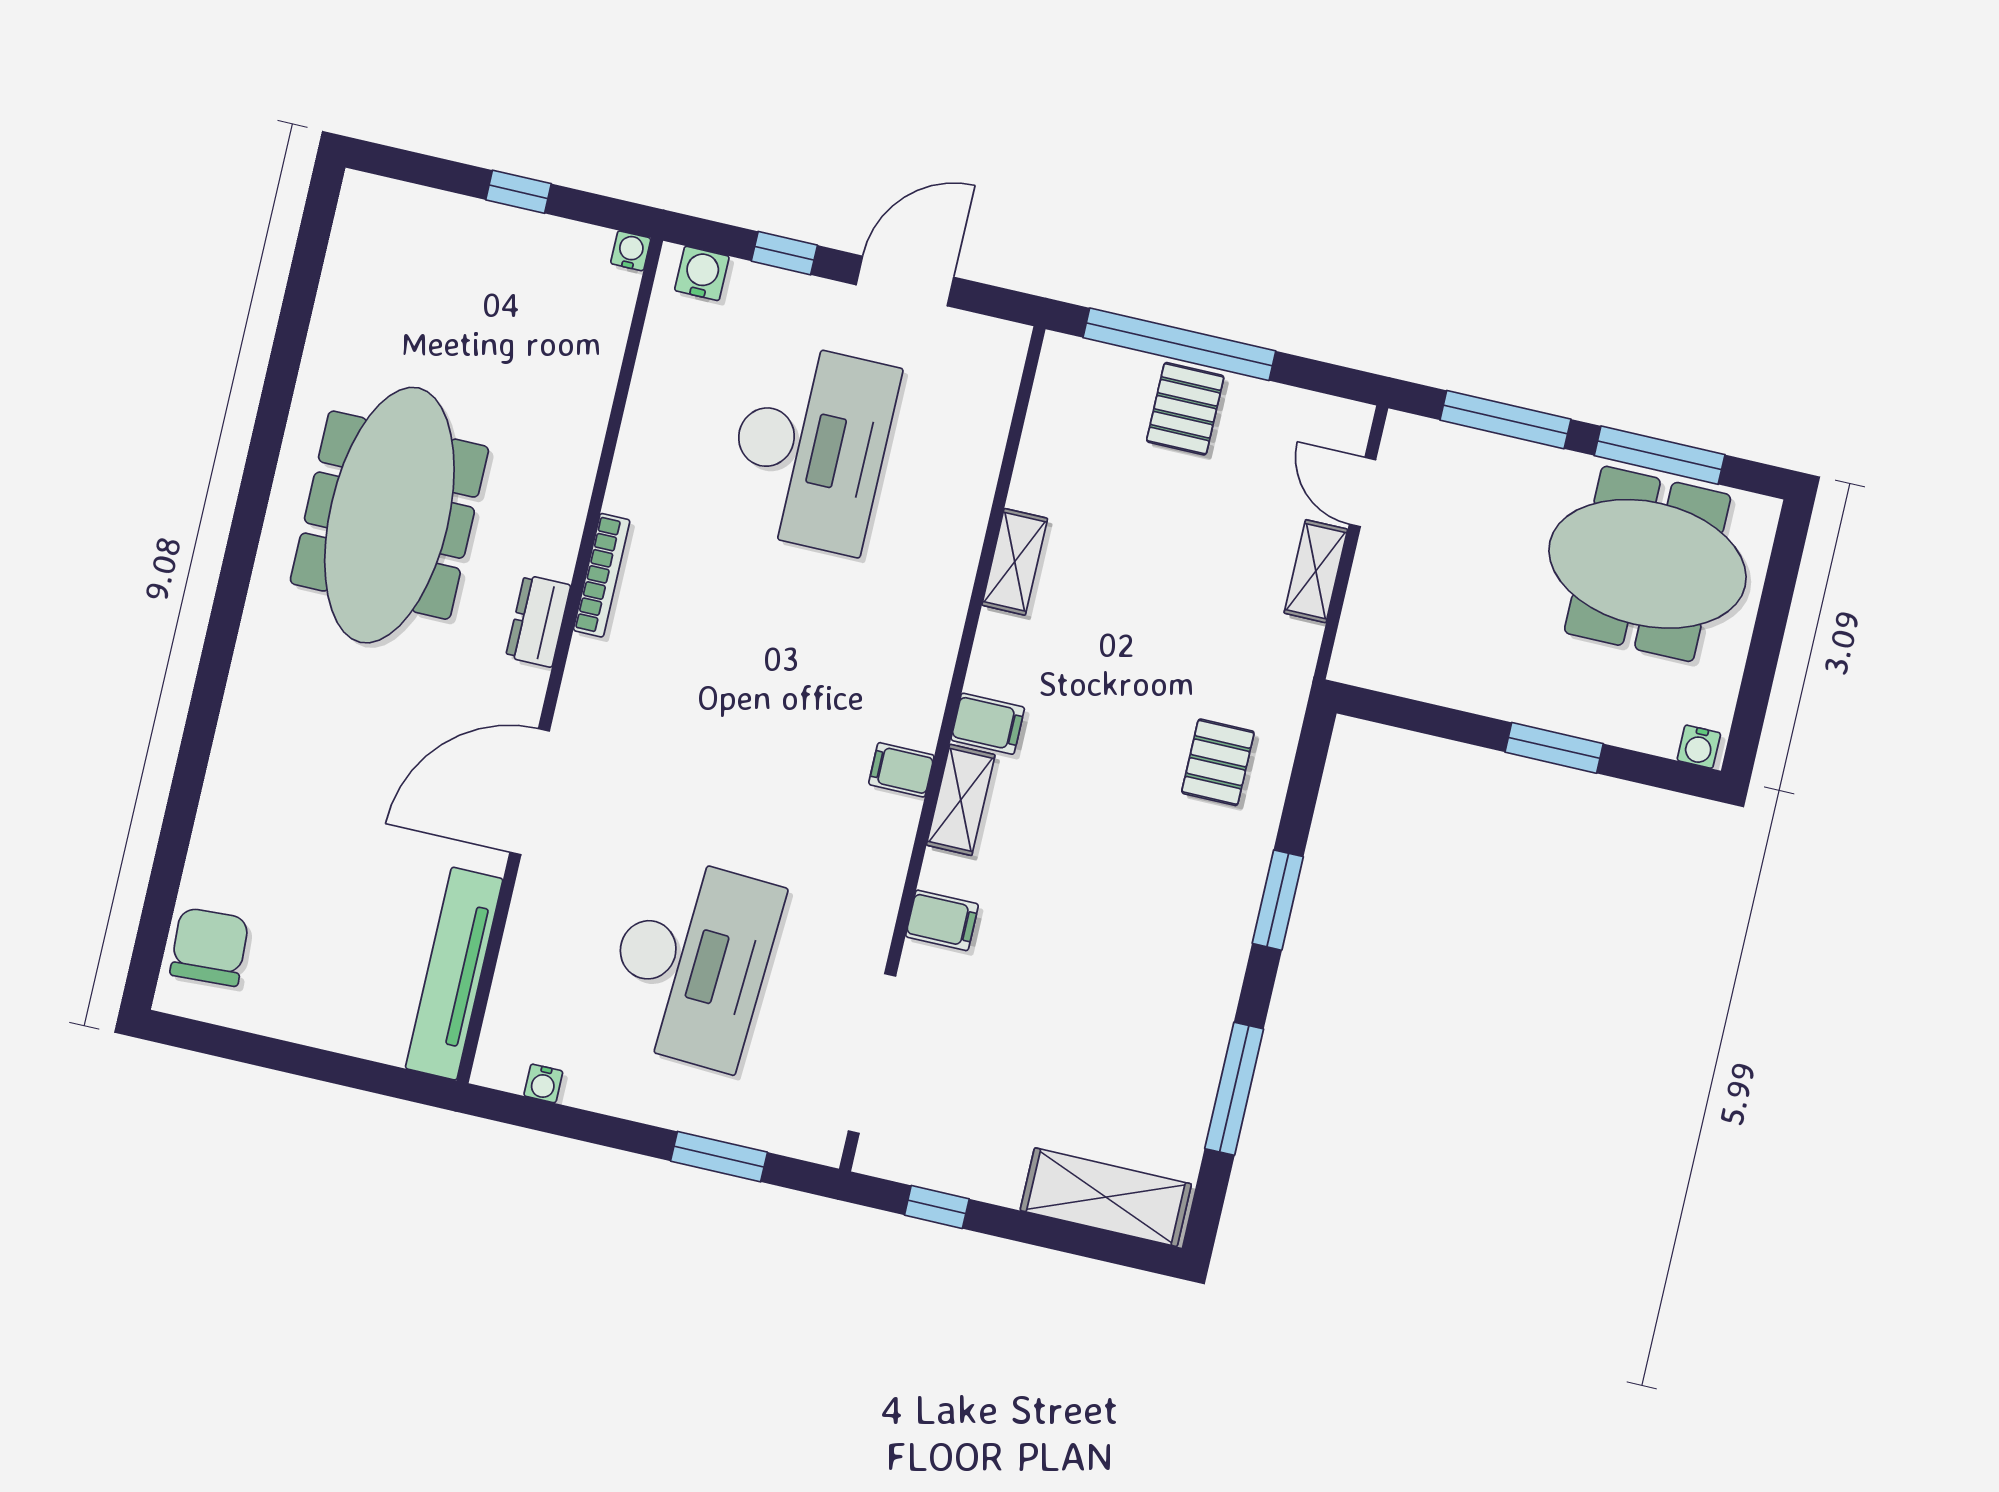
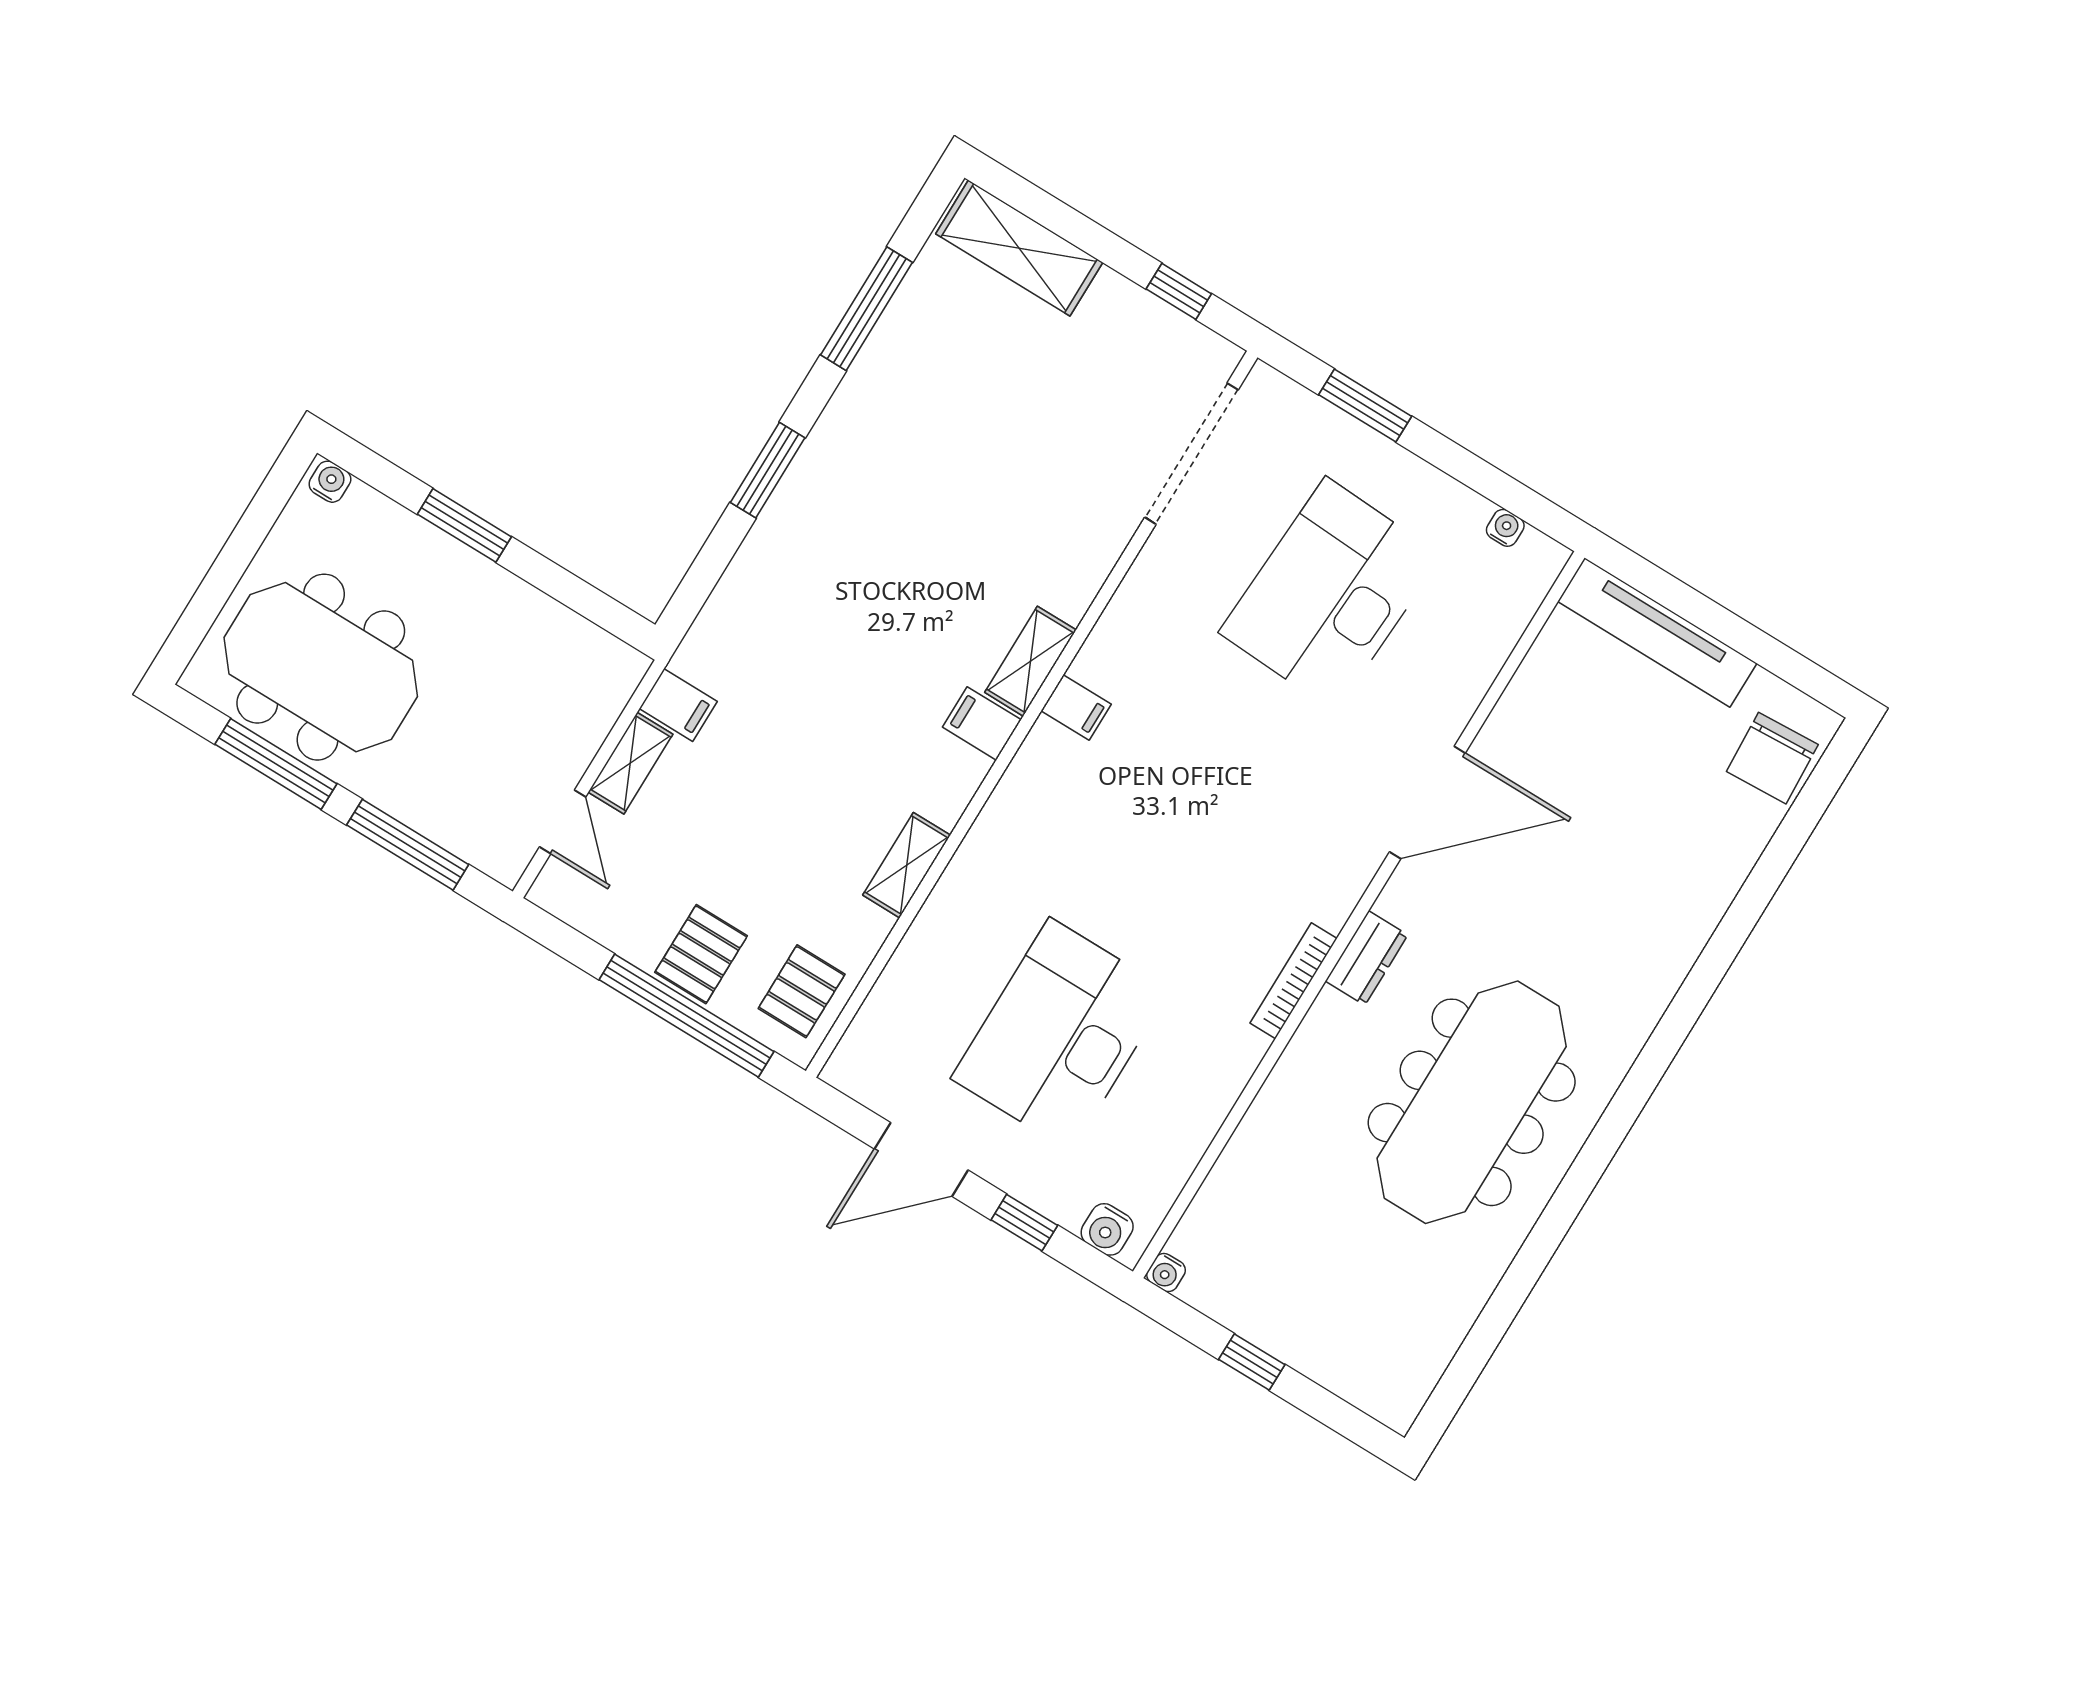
pallet: (1218, 762) -> (802, 991), moved
filing cabinet: (942, 920) -> (678, 705), moved, turned 180
tv unit: (454, 974) -> (1657, 632), moved, turned 90

